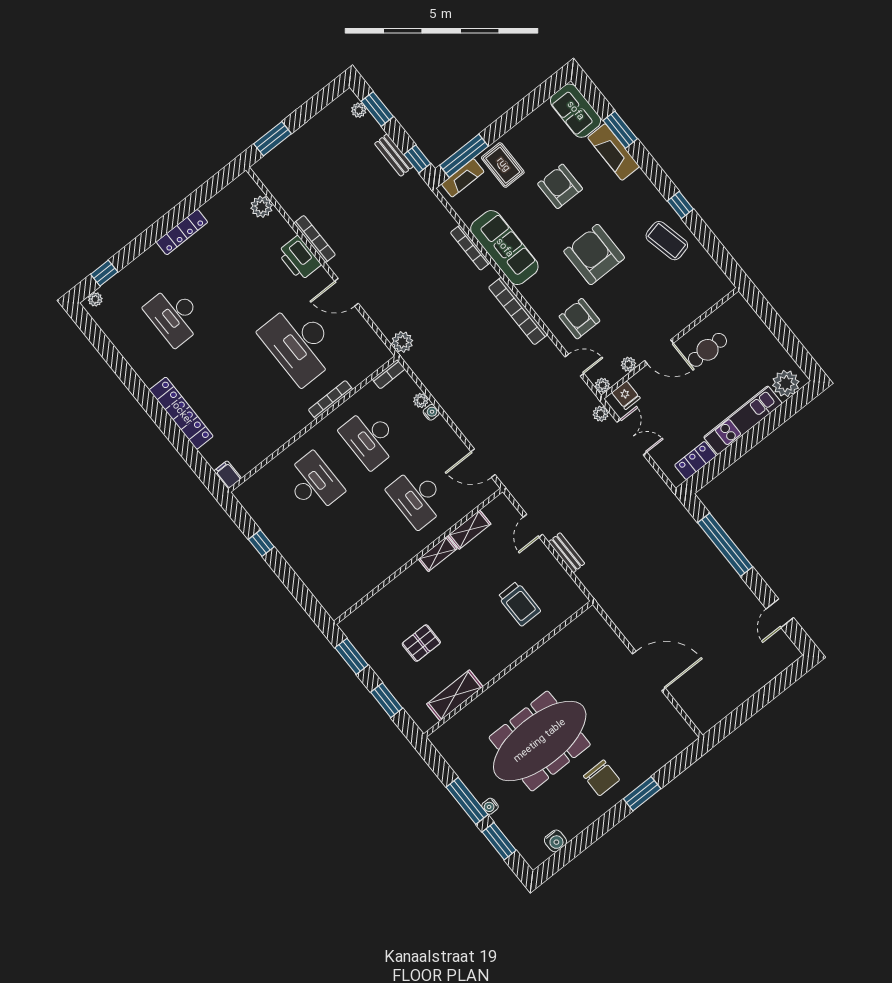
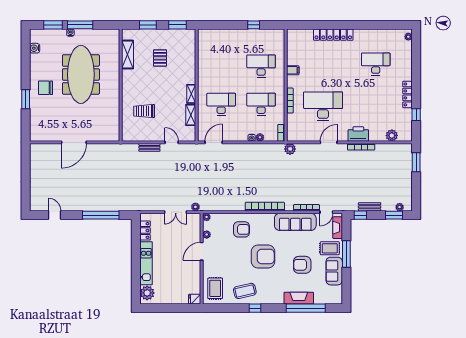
sofa: (575, 111) -> (334, 271), moved, turned -90
window: (620, 130) -> (306, 308), width x2.11
window: (464, 156) -> (346, 254), moved
armchair: (560, 186) -> (302, 265), turned 180
window: (104, 273) -> (416, 115), moved
rug: (698, 288) -> (215, 288), added
cafe table: (708, 350) -> (187, 272), removed
door: (574, 365) -> (326, 212), moved
fridge: (626, 395) -> (195, 299), moved
filing cabinet: (228, 475) -> (293, 70), moved
desk: (313, 483) -> (261, 66), turned 180

